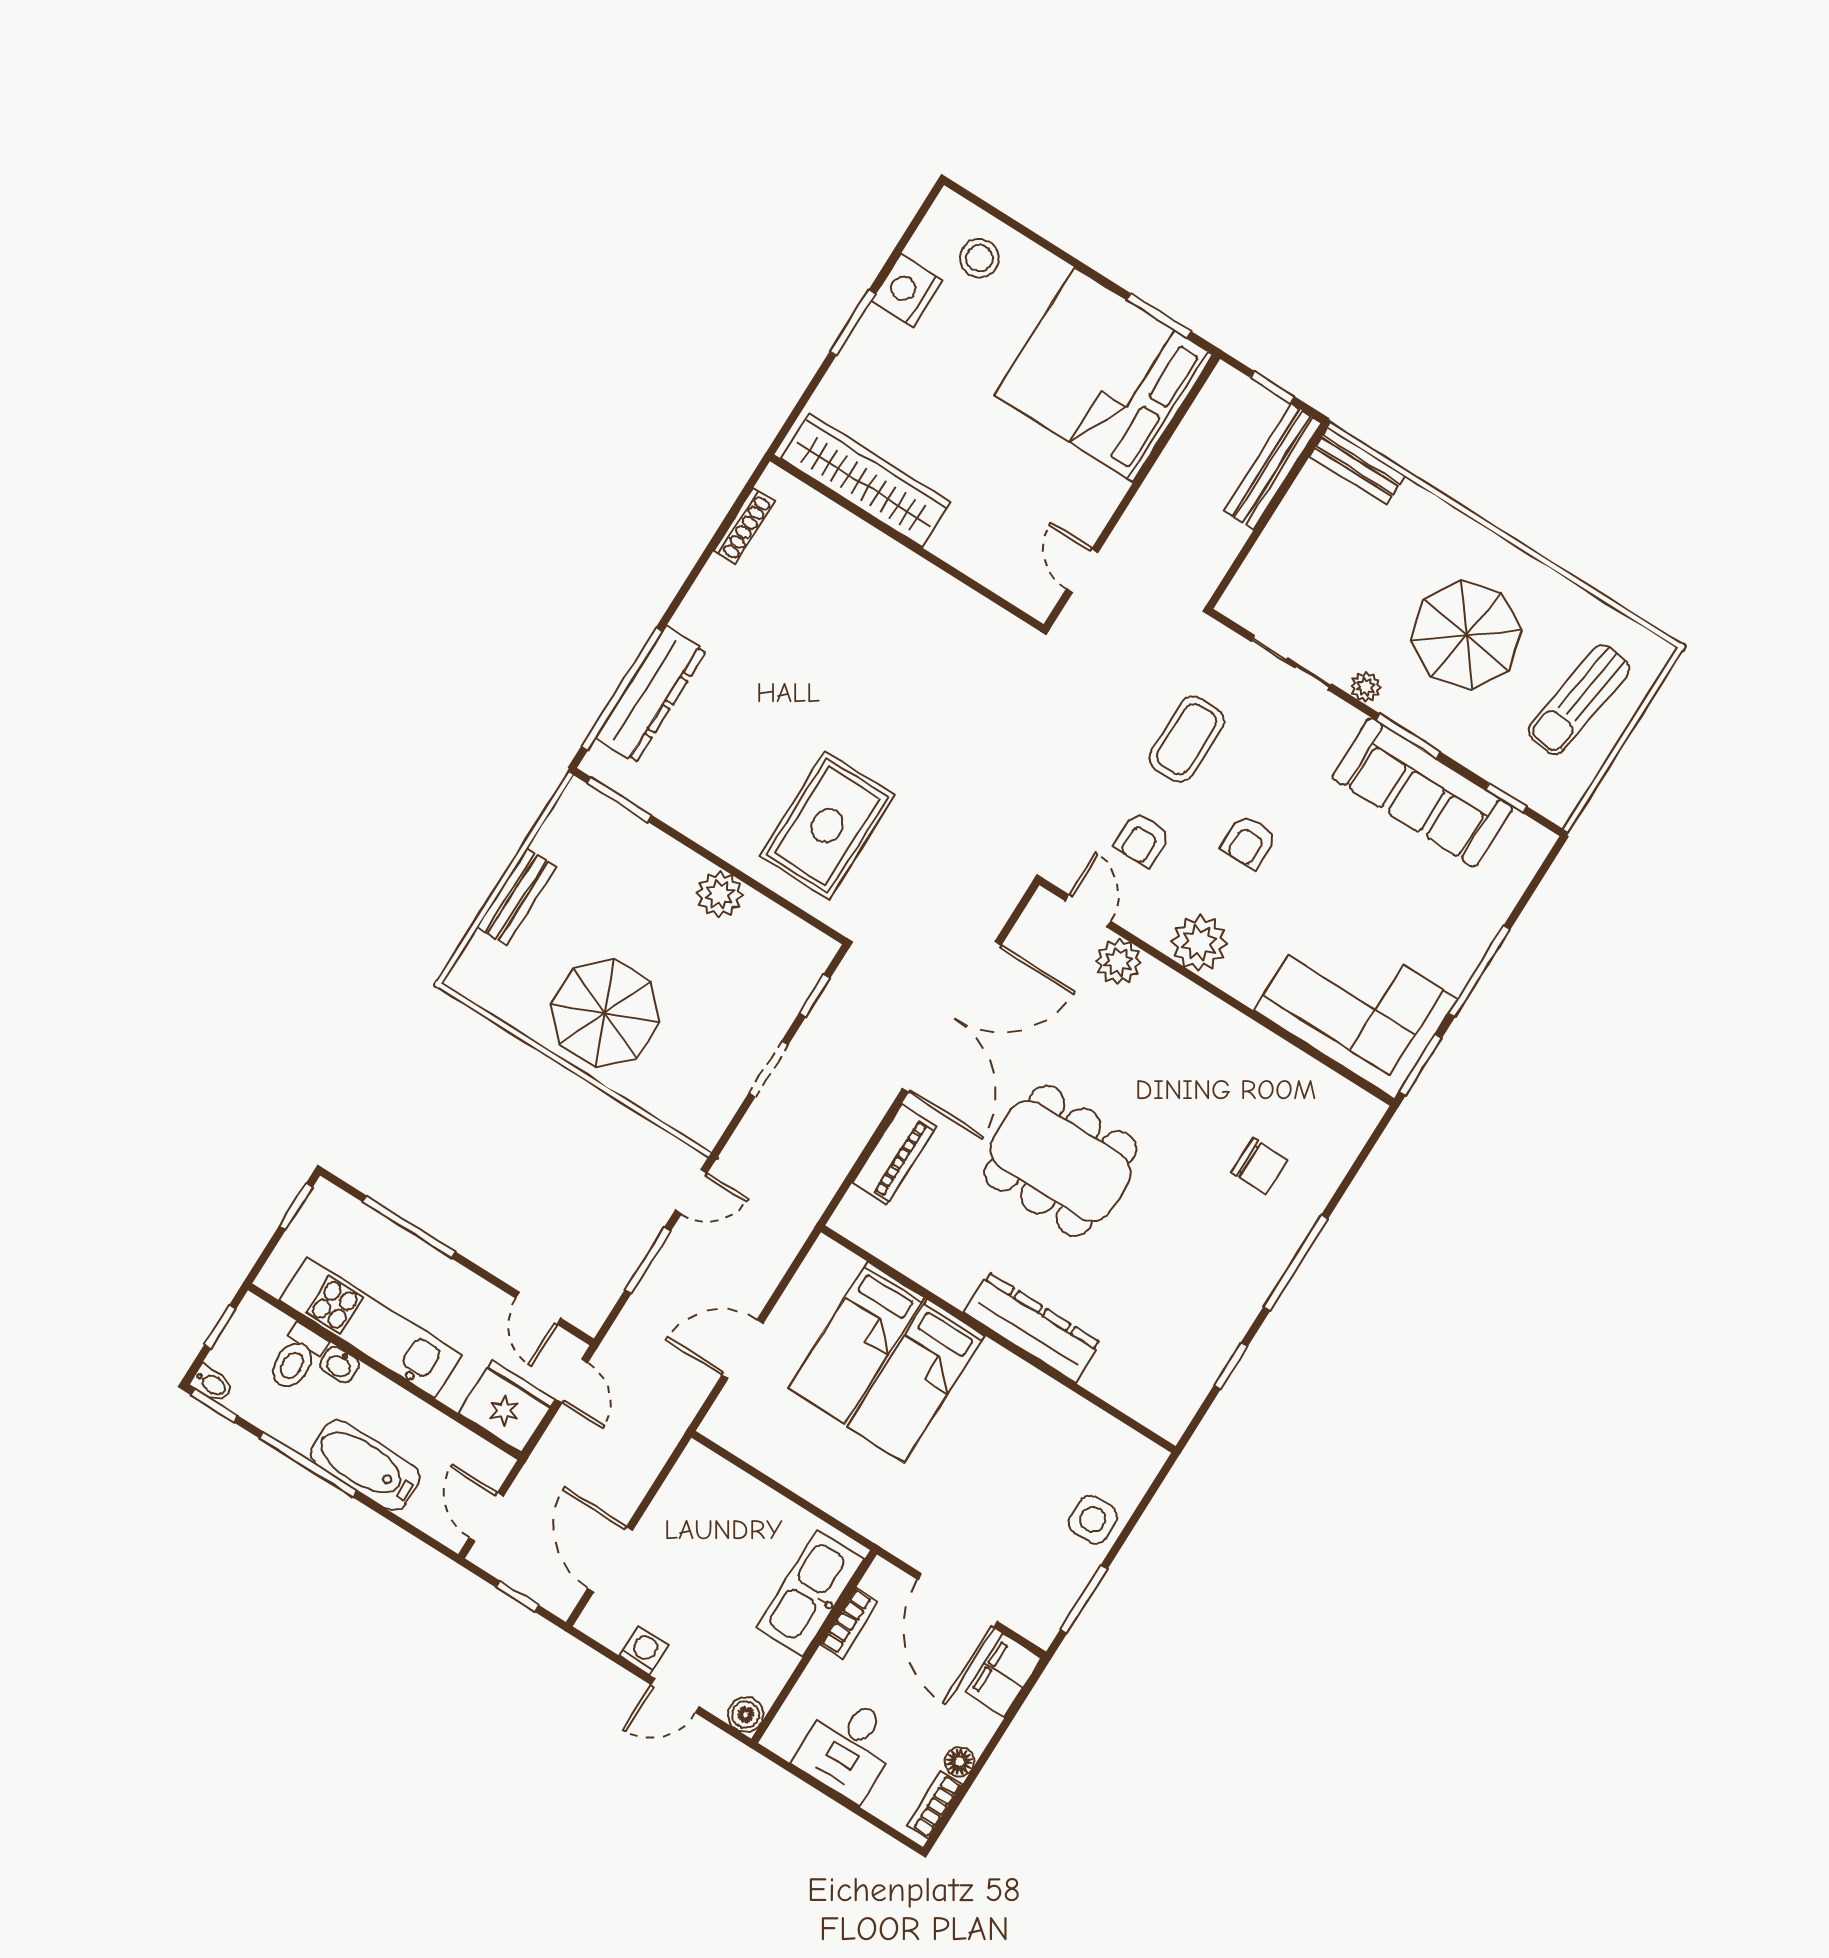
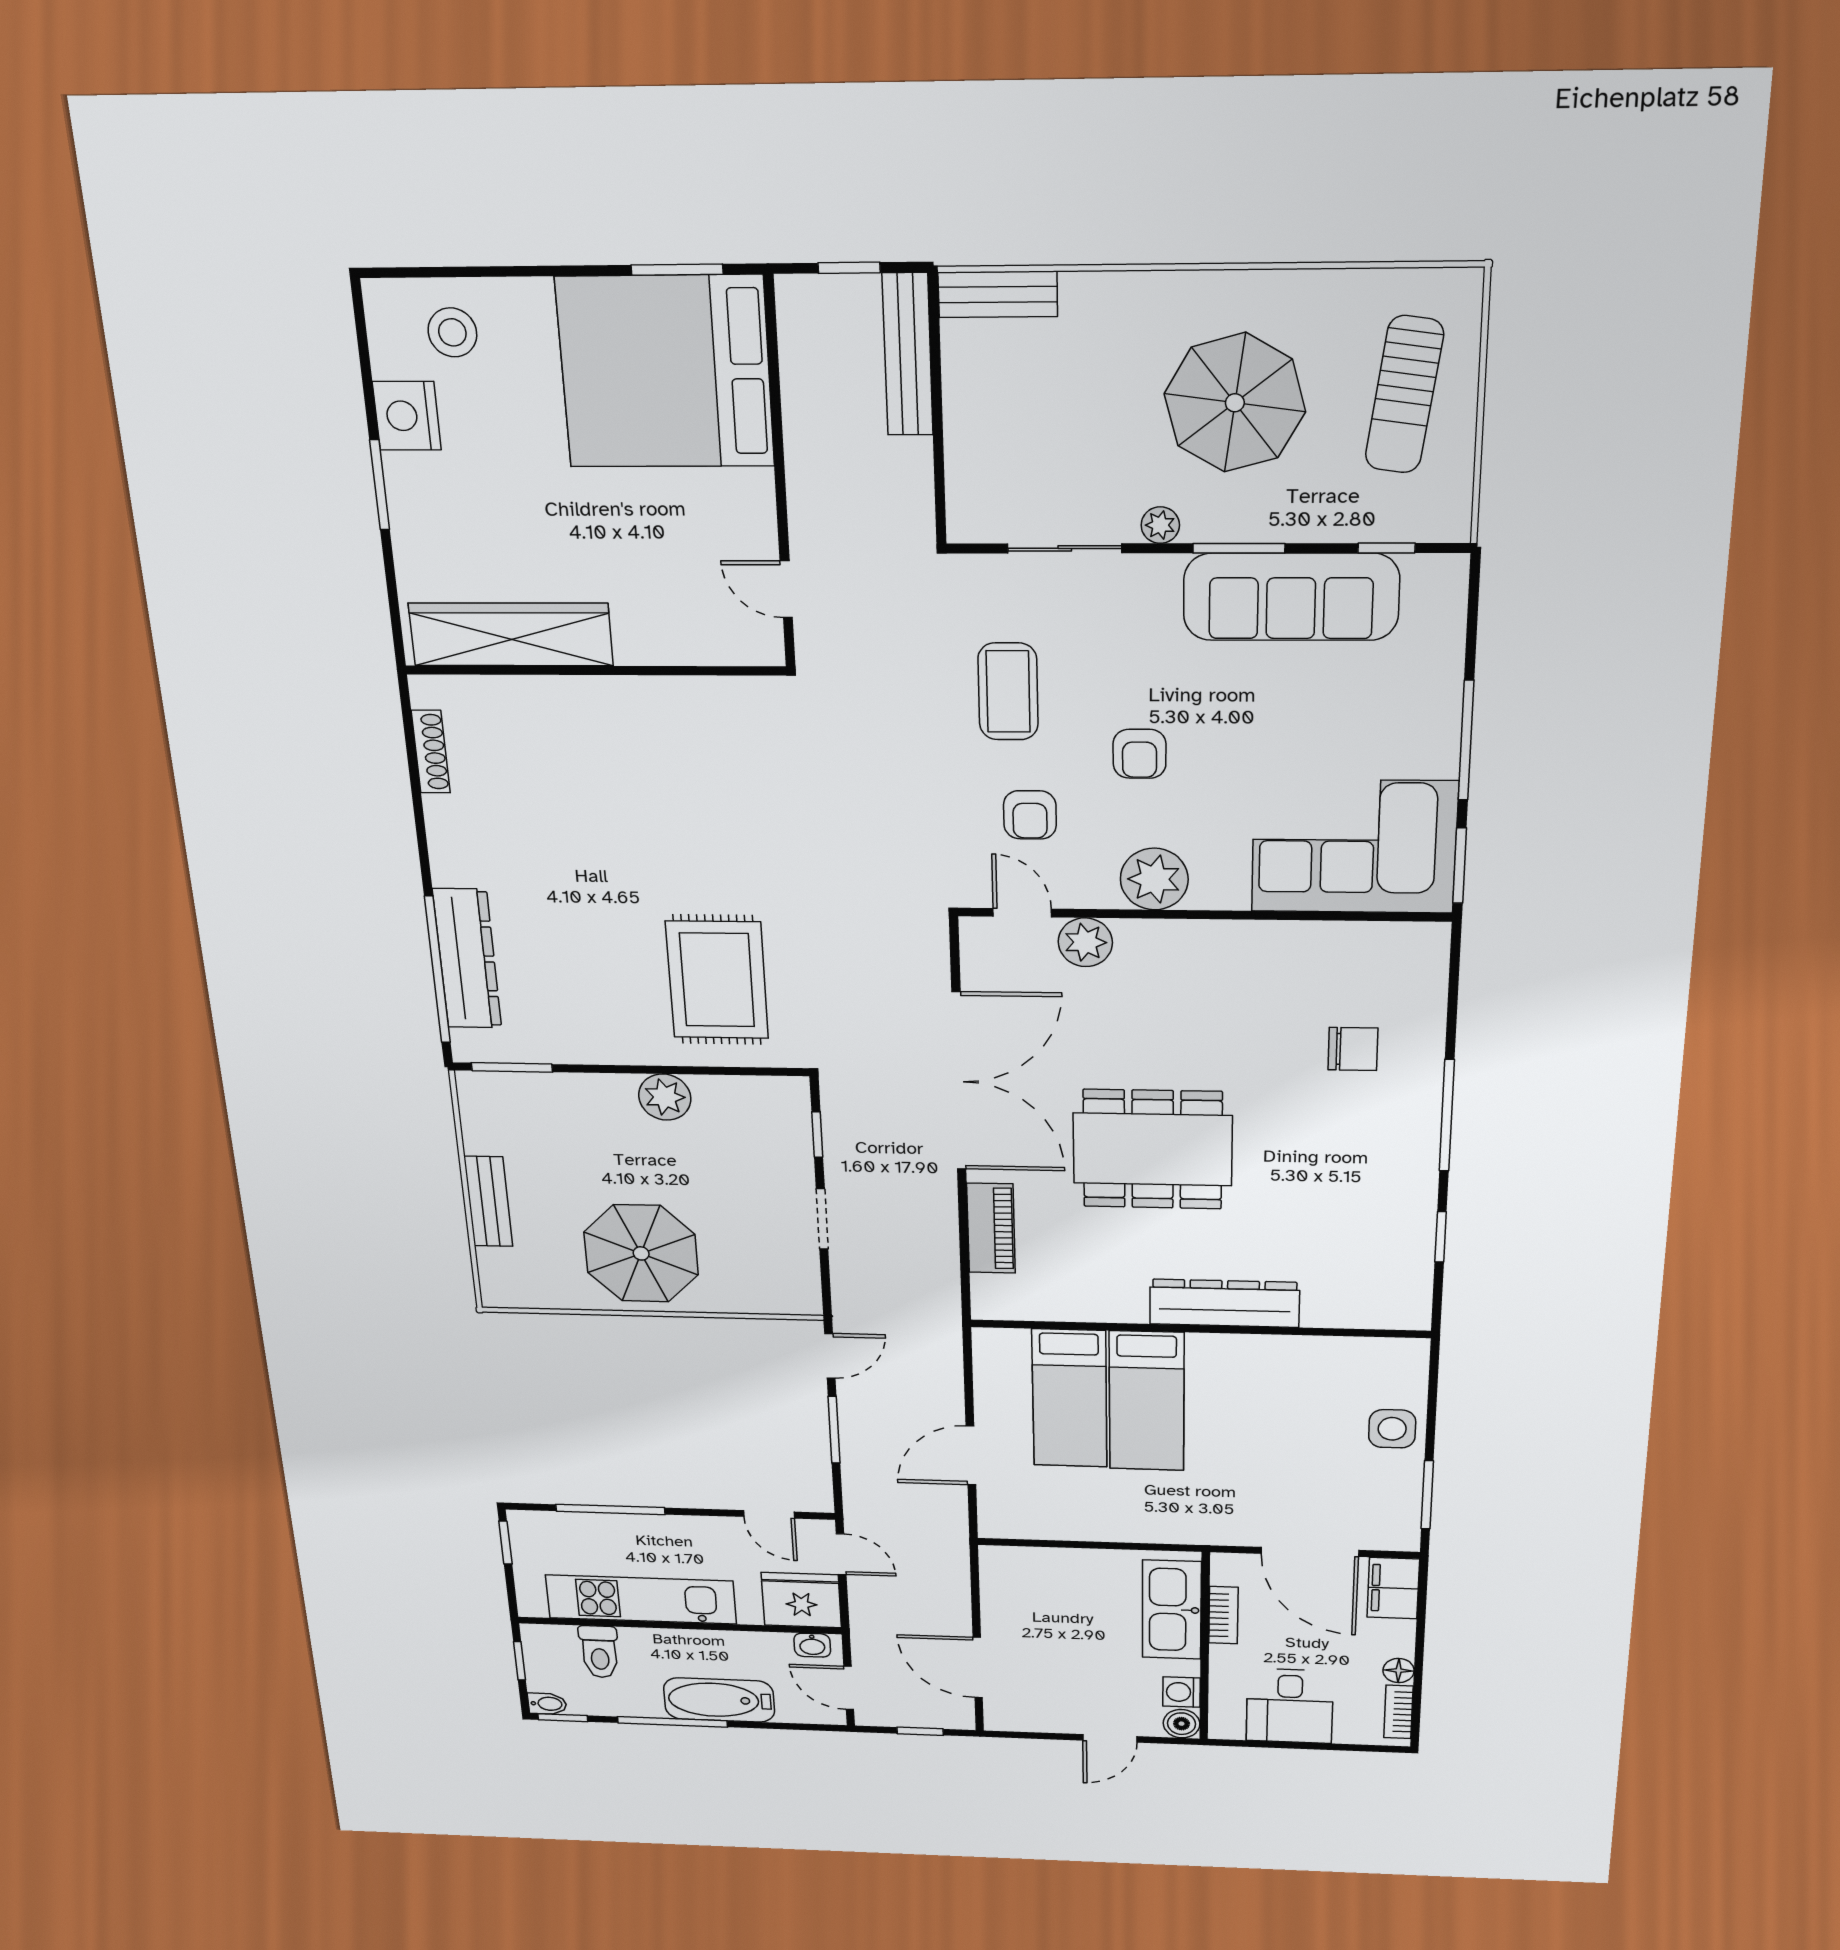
washbasin: (340, 1365) -> (812, 1645), moved
washing machine: (644, 1650) -> (1181, 1692), moved, turned -90

